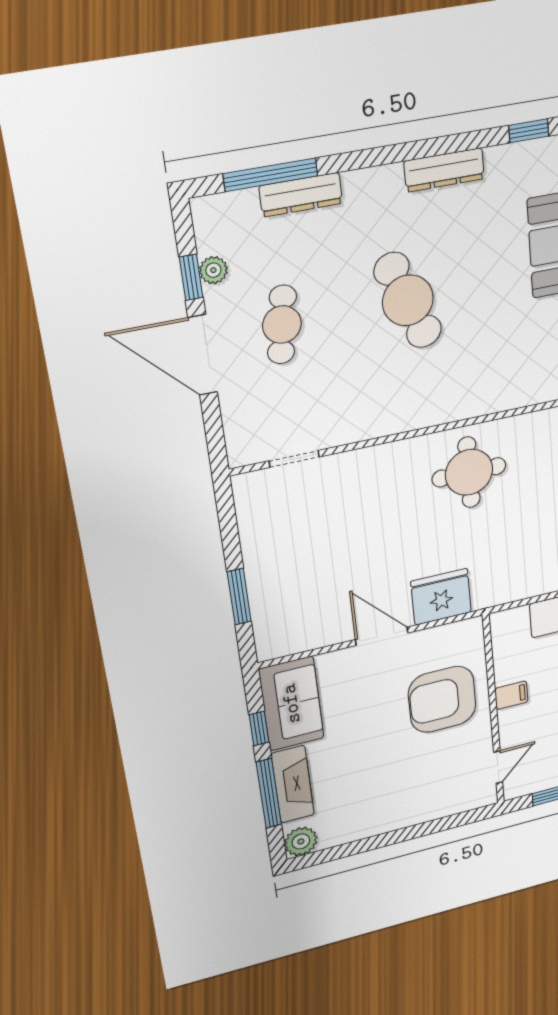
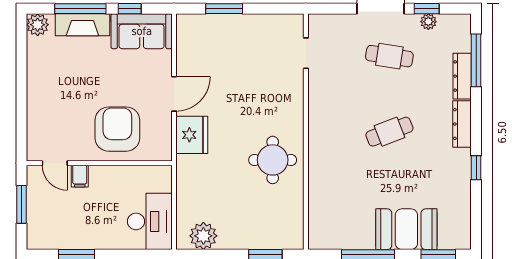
window: (529, 131) -> (476, 168), moved
dresser: (444, 170) -> (462, 124), moved
cafe table: (408, 300) -> (389, 132), width x0.73, depth x0.74
filing cabinet: (511, 695) -> (80, 176), moved

